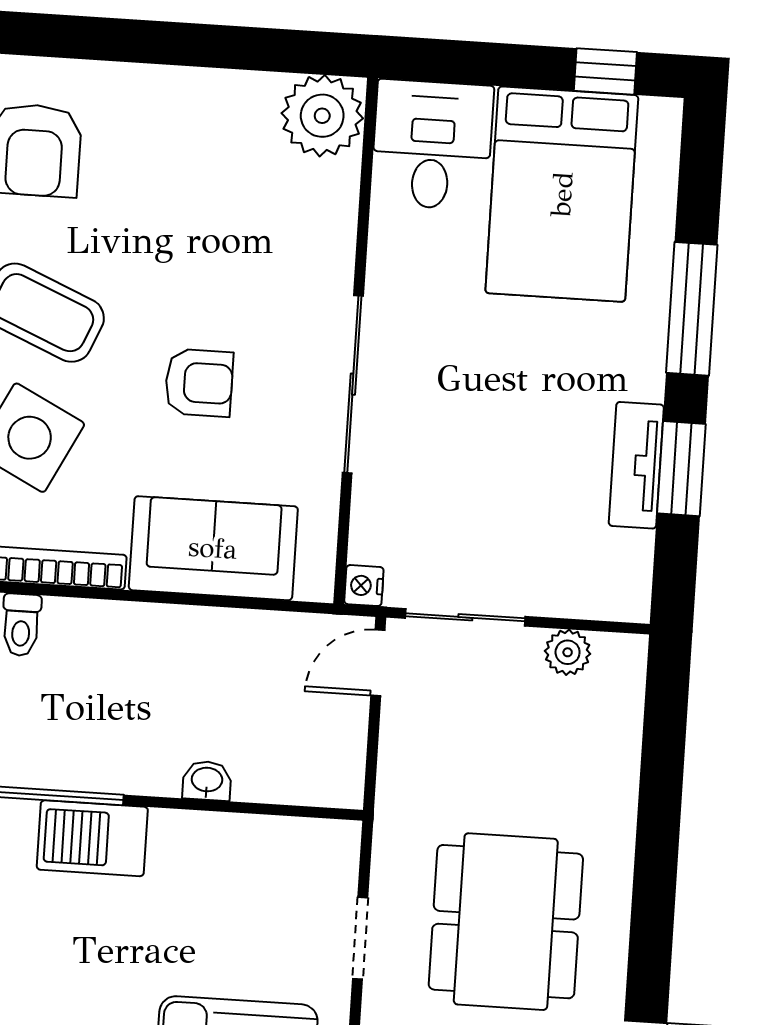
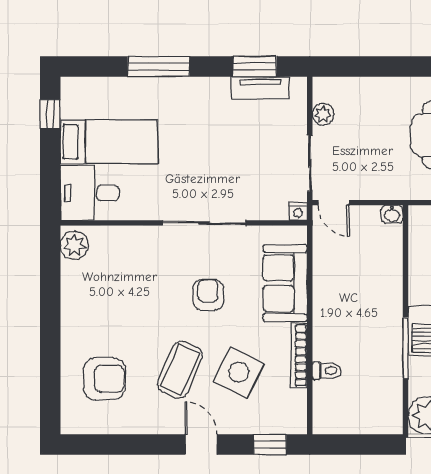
plant: (322, 116) -> (74, 245), width x0.73, depth x0.73
bed: (562, 194) -> (109, 142), width x0.67
tv unit: (636, 465) -> (260, 88), moved
window: (681, 469) -> (255, 67), moved
washbasin: (207, 781) -> (392, 214), moved, turned -90

